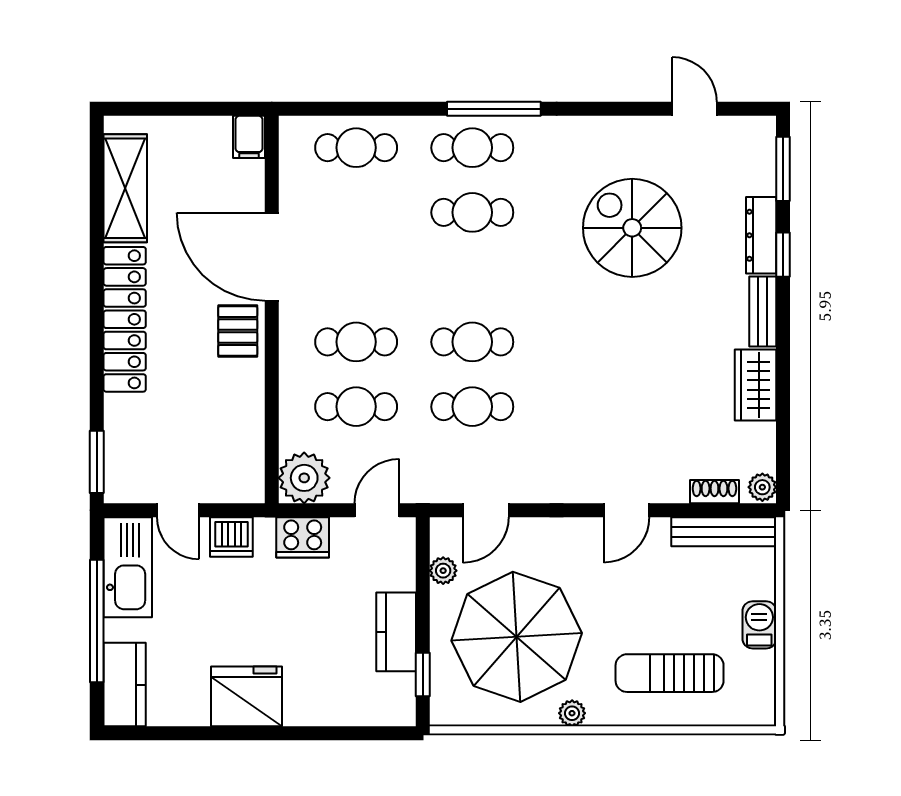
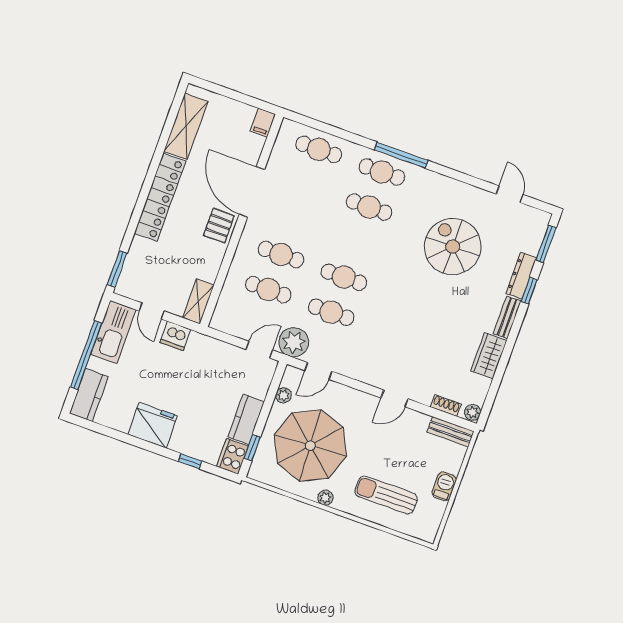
shelving: (249, 467) -> (198, 301), added
plant: (304, 478) -> (294, 342), moved
bench: (724, 532) -> (451, 432), width x0.73
cooker: (303, 537) -> (232, 456), moved, turned 90
window: (329, 733) -> (190, 461), added

